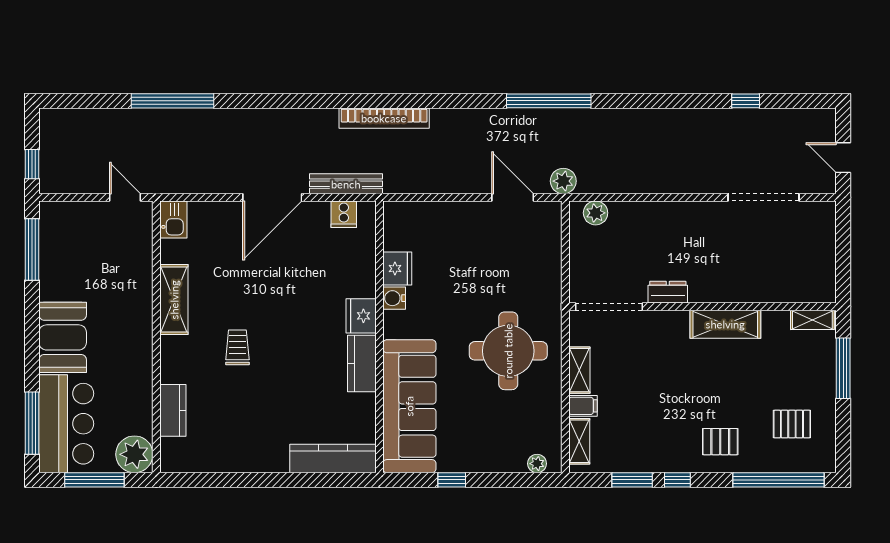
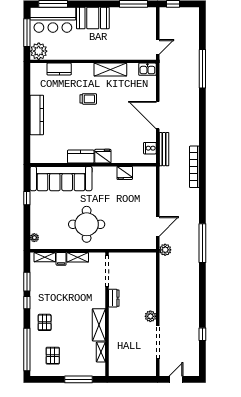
plant: (596, 213) -> (150, 316), moved
water cooler: (394, 298) -> (111, 171), removed
shelving: (812, 320) -> (101, 352), moved
kitchen counter: (333, 458) -> (37, 115), moved

